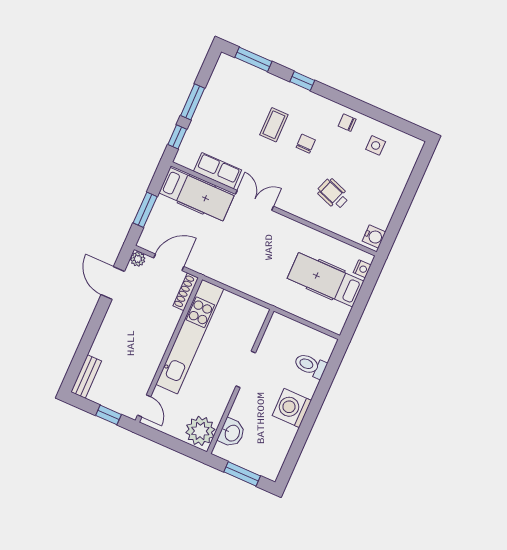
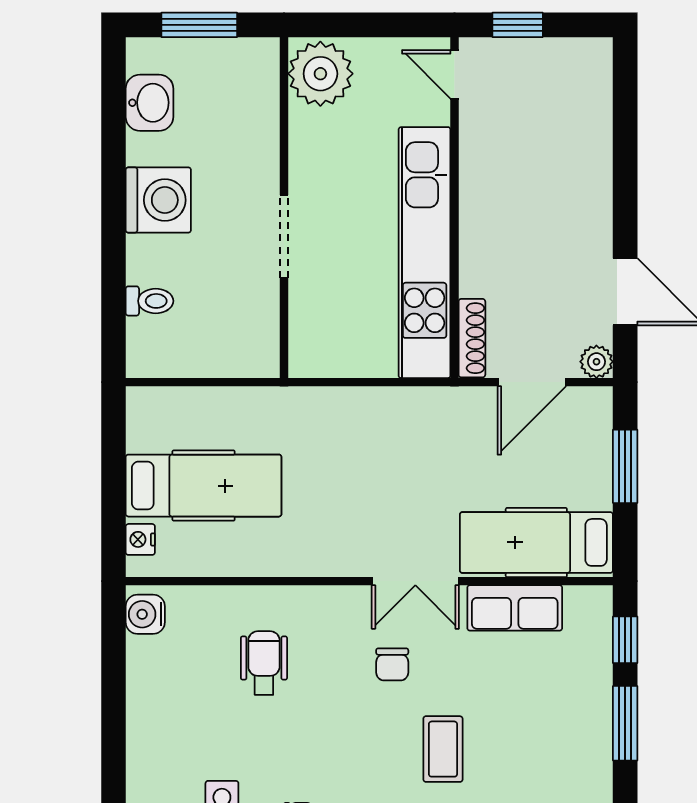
chair: (306, 144) -> (392, 664), moved
wheelchair: (333, 194) -> (264, 663), turned -110
toilet: (310, 365) -> (150, 301), width x0.73, depth x0.72
bench: (86, 377) -> (596, 82), removed
washbasin: (232, 433) -> (149, 103), moved, turned 180

